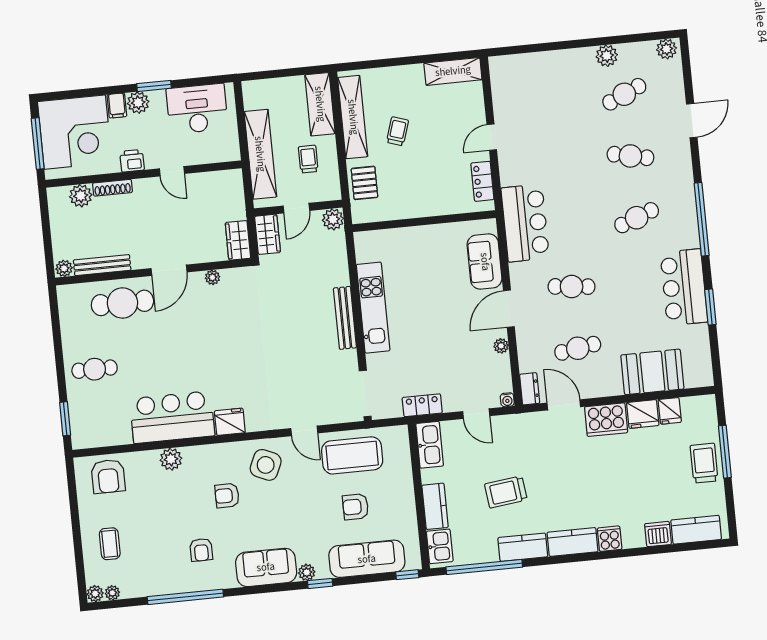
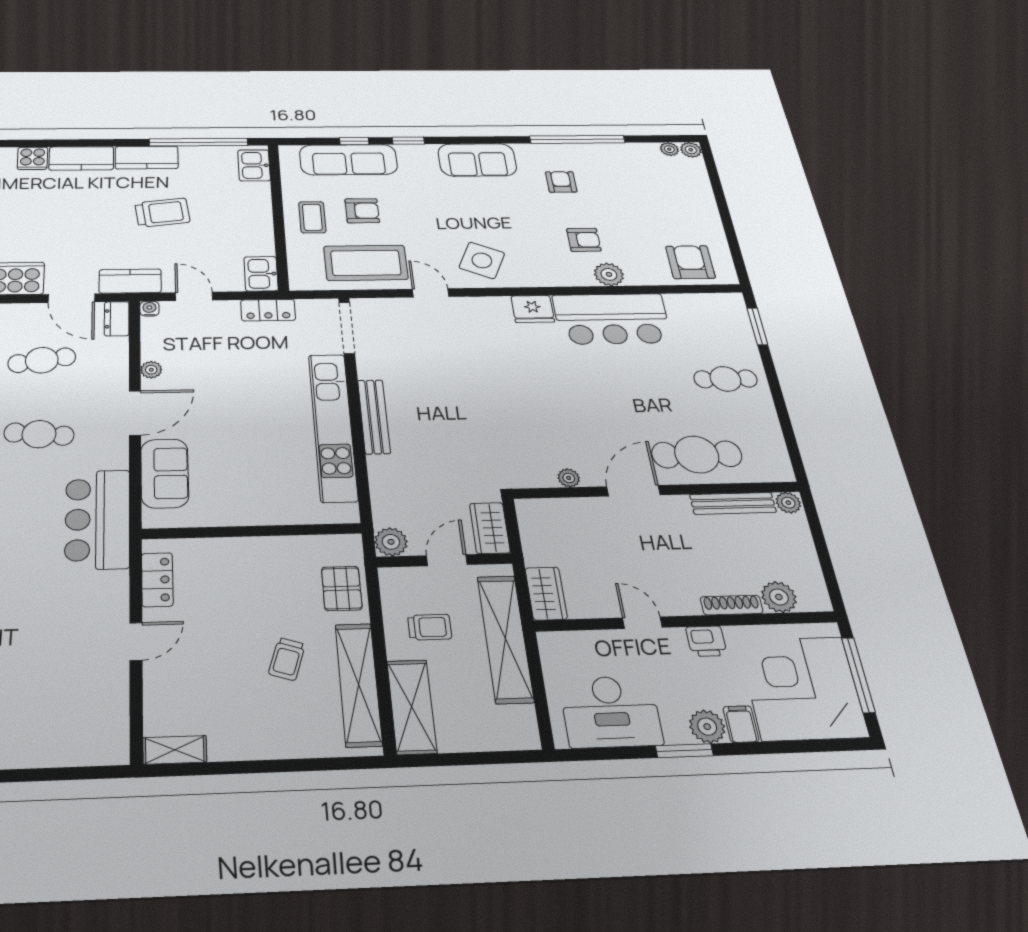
shelving: (453, 71) -> (175, 750), width x0.67, depth x0.75
trolley: (308, 159) -> (430, 627), turned -90
wardrobe: (238, 240) -> (546, 593), moved
kitchen unit: (373, 308) -> (333, 426), width x1.36
kitchen sink: (430, 445) -> (261, 274), width x0.73
armchair: (227, 496) -> (584, 240), moved
kitchen counter: (435, 506) -> (130, 281), moved, turned 90
coffee table: (110, 544) -> (312, 217), moved
plant: (307, 572) -> (425, 152), removed
window: (407, 575) -> (354, 141), moved

